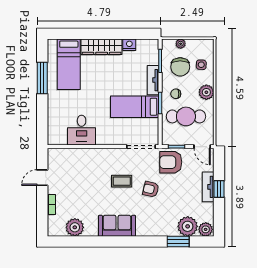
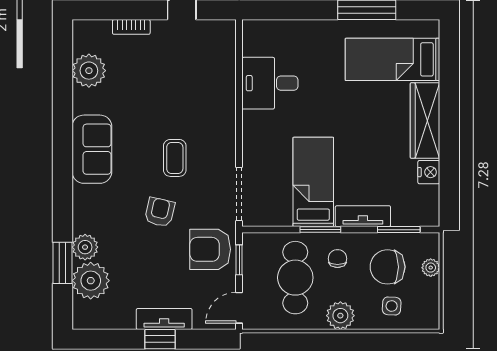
armchair: (171, 162) -> (210, 249), turned -90
plant: (206, 229) -> (85, 247), moved

